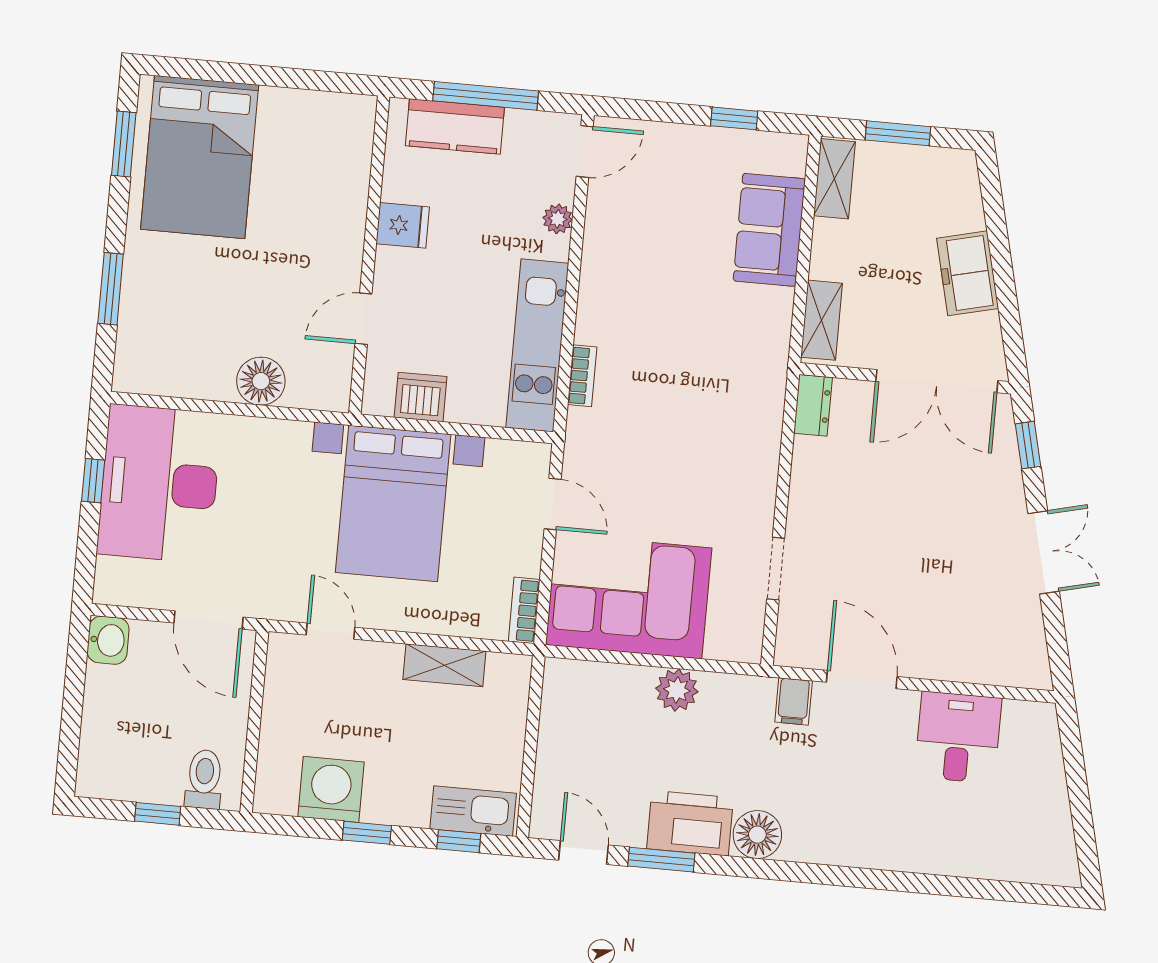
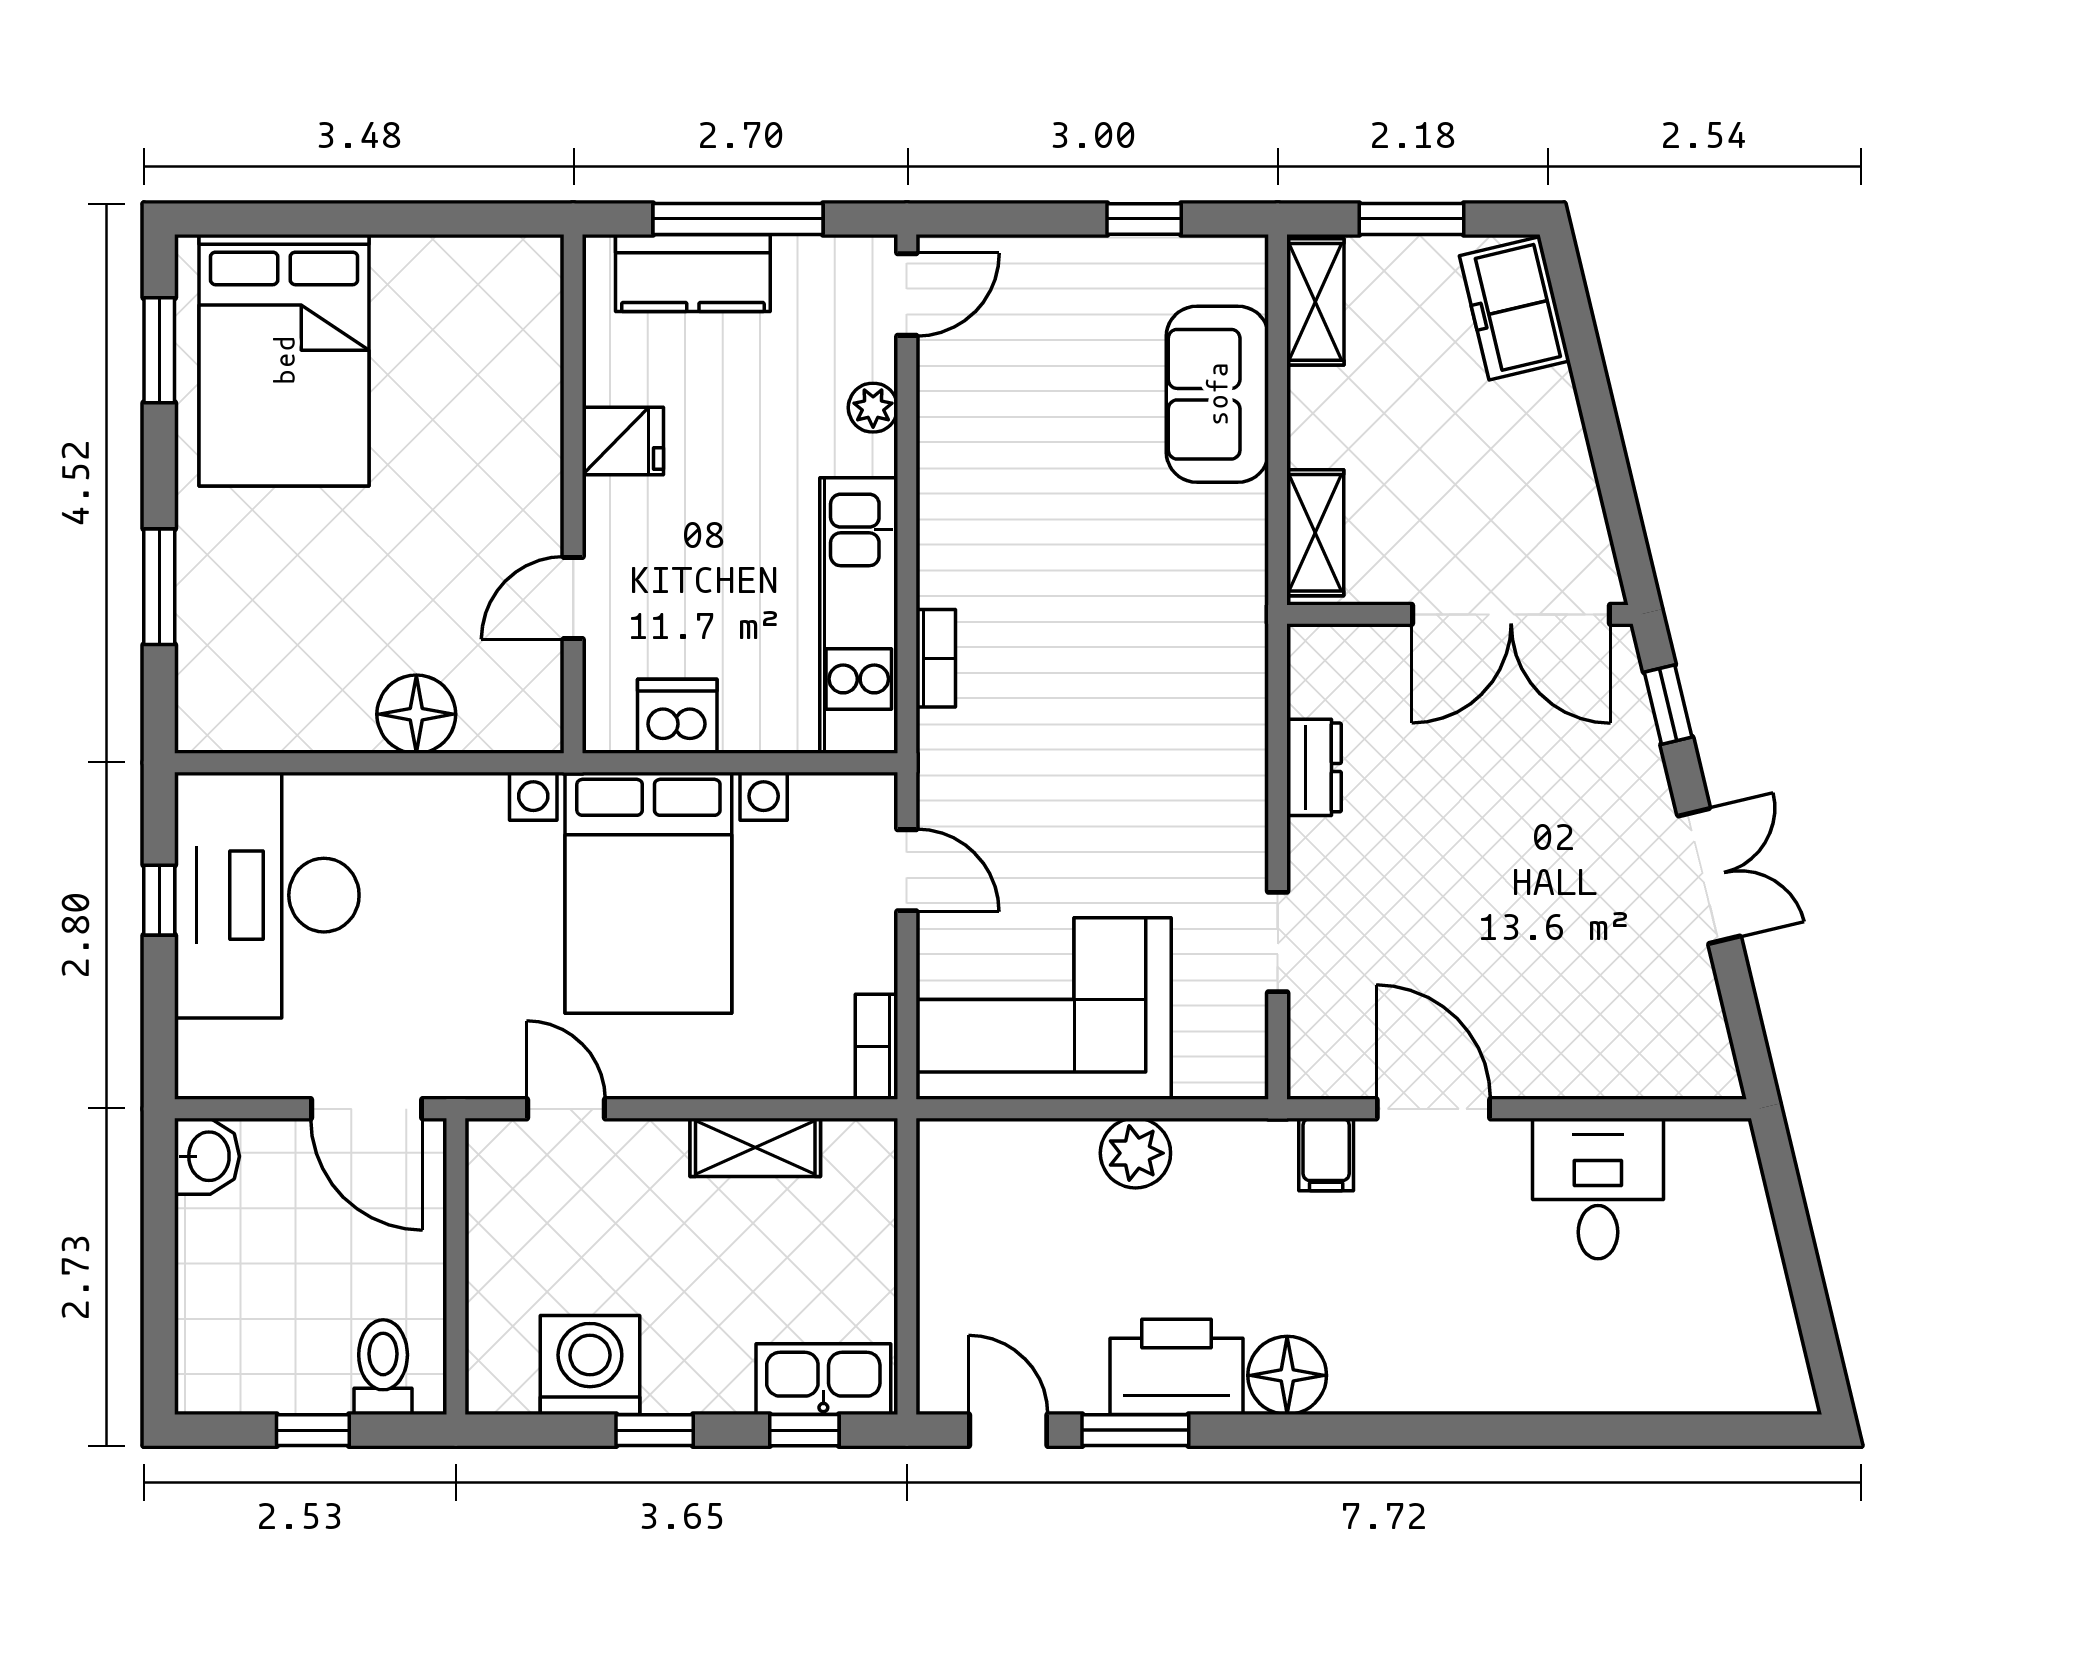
freezer: (968, 273) -> (1515, 308), moved
dresser: (813, 405) -> (1314, 767), moved

